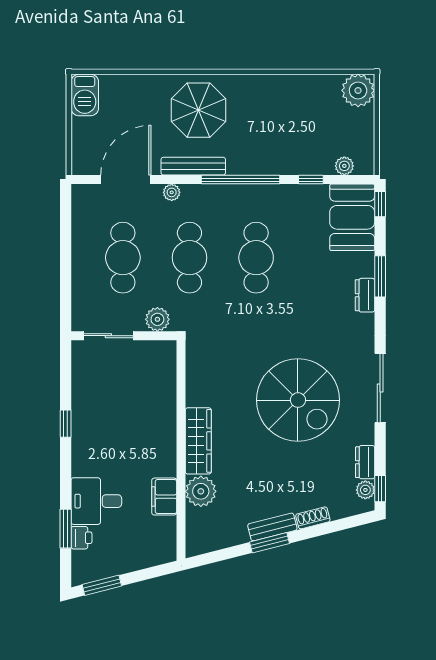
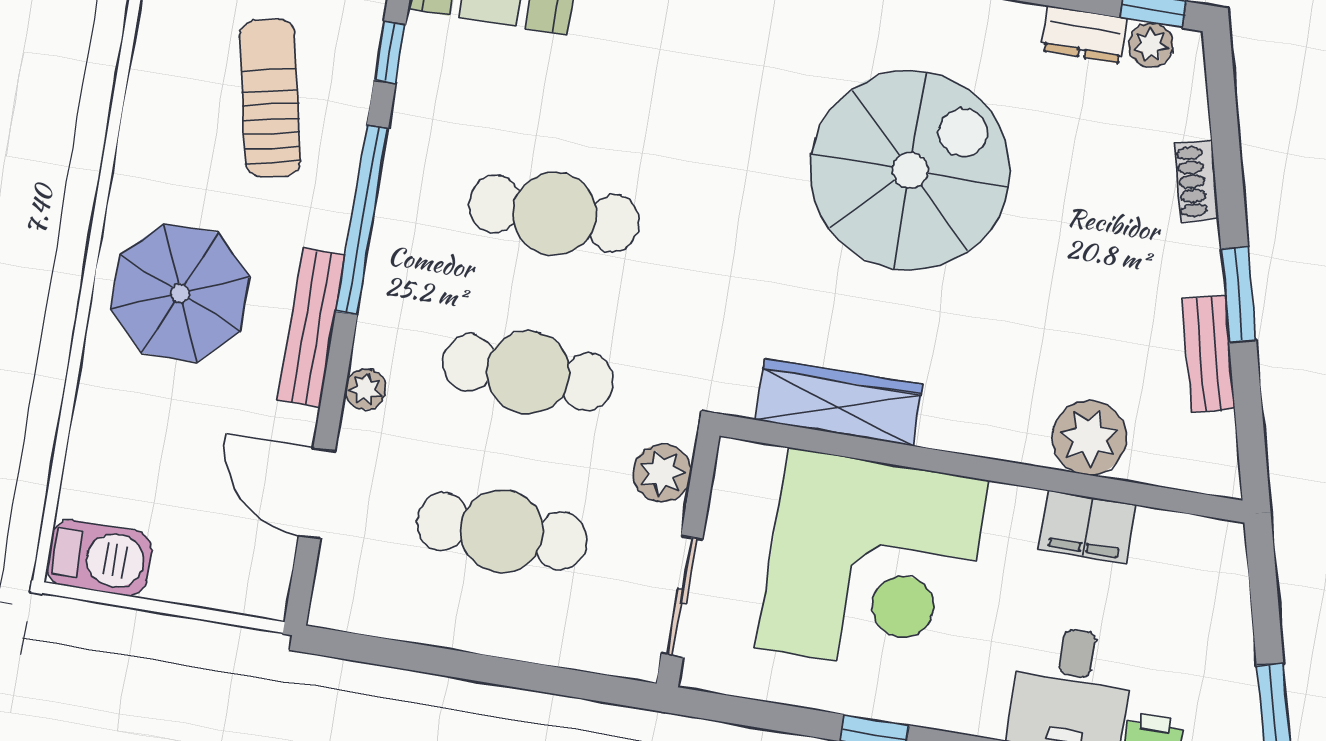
sun lounger: (284, 134) -> (270, 98), added
door: (126, 180) -> (317, 493), width x0.73
corner desk: (134, 411) -> (872, 564), added
wardrobe: (198, 441) -> (839, 402), moved
bench: (272, 527) -> (1208, 354), moved

